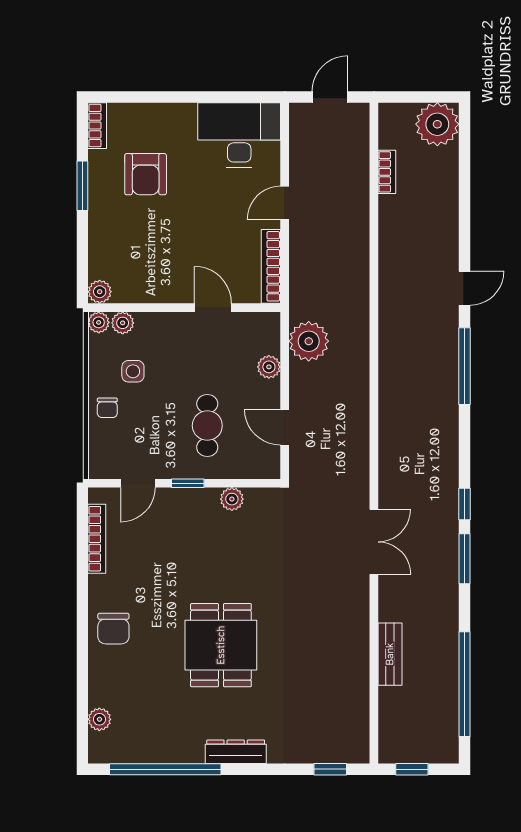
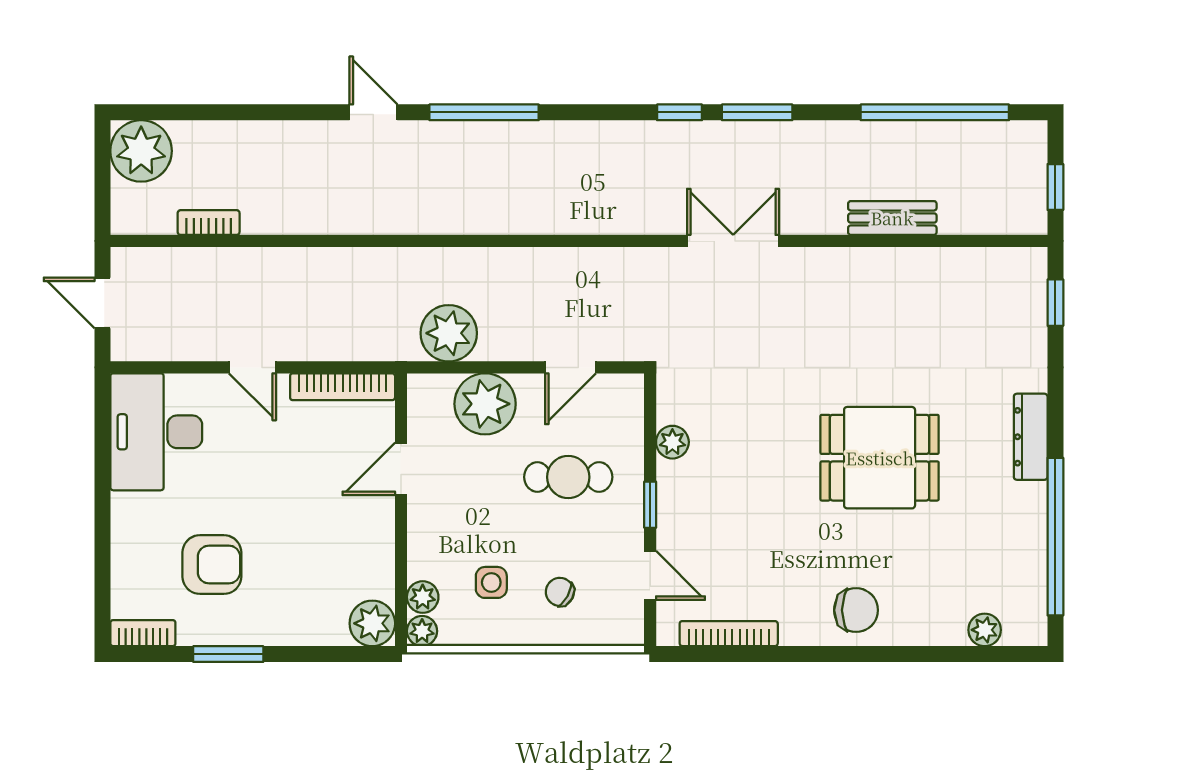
plant: (100, 292) -> (372, 623), width x1.38, depth x1.38
plant: (269, 367) -> (485, 404), width x1.88, depth x1.88
chair: (107, 408) -> (560, 592), moved, turned -151

